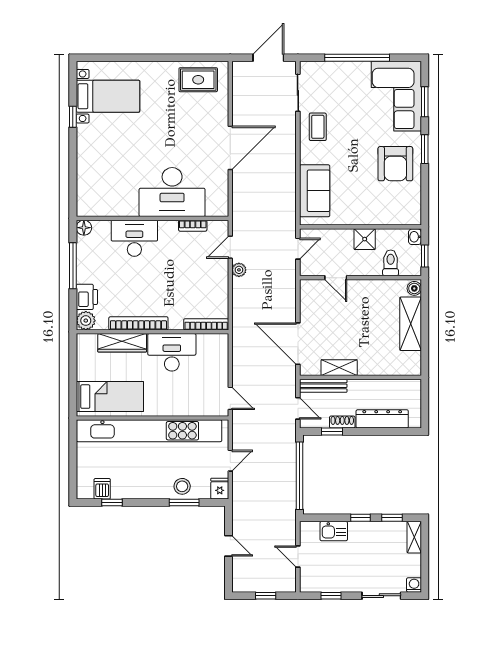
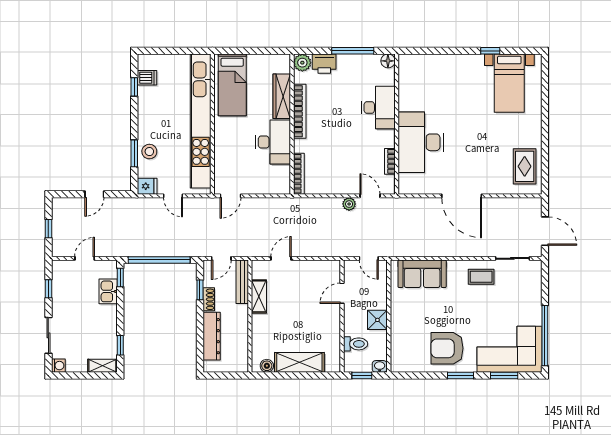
window: (357, 58) -> (545, 336), moved
boiler: (414, 288) -> (267, 366), moved
door: (298, 344) -> (281, 258), width x0.53
window: (360, 518) -> (120, 278), moved

